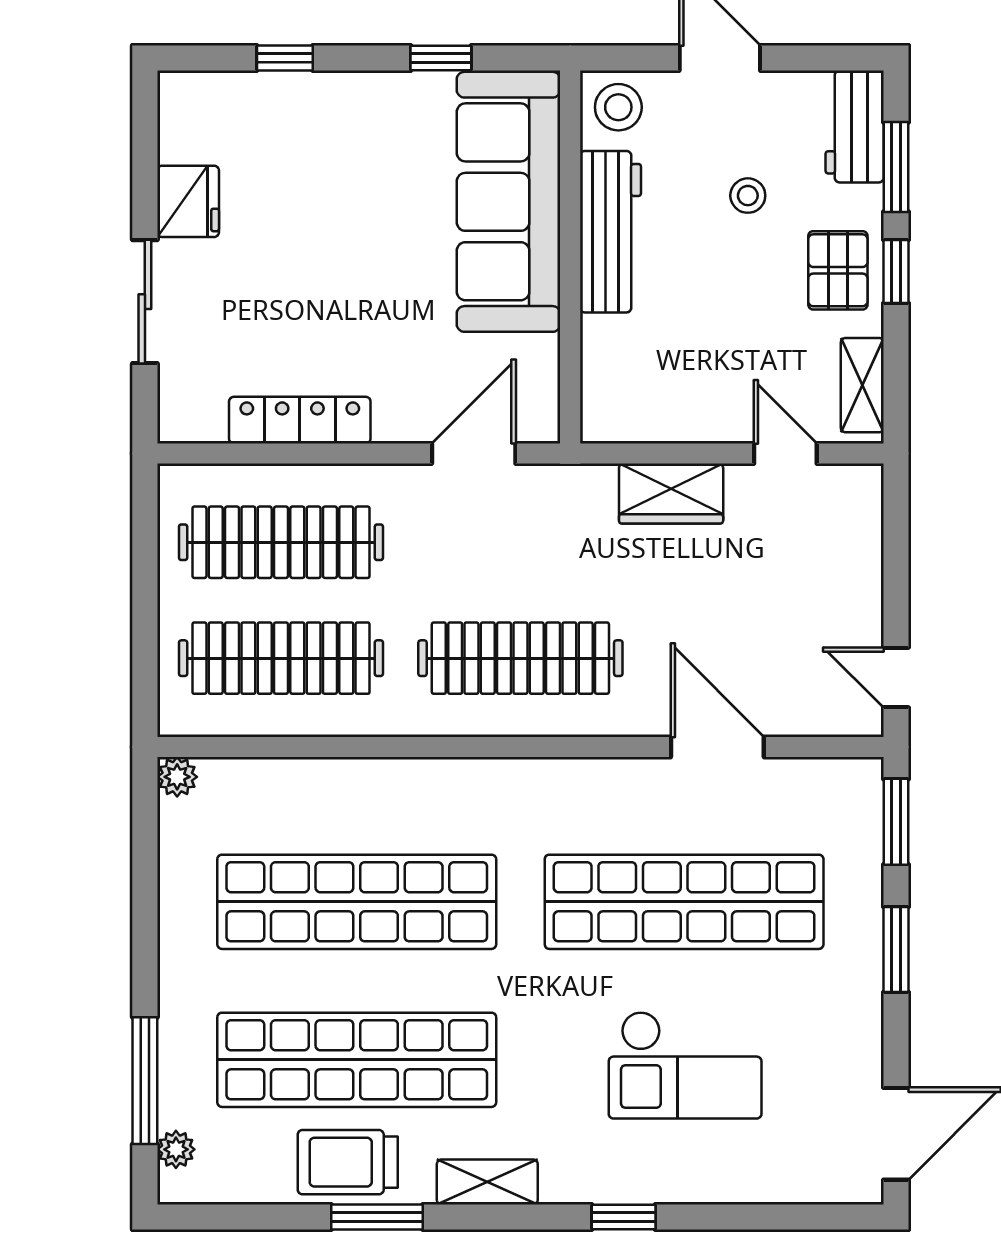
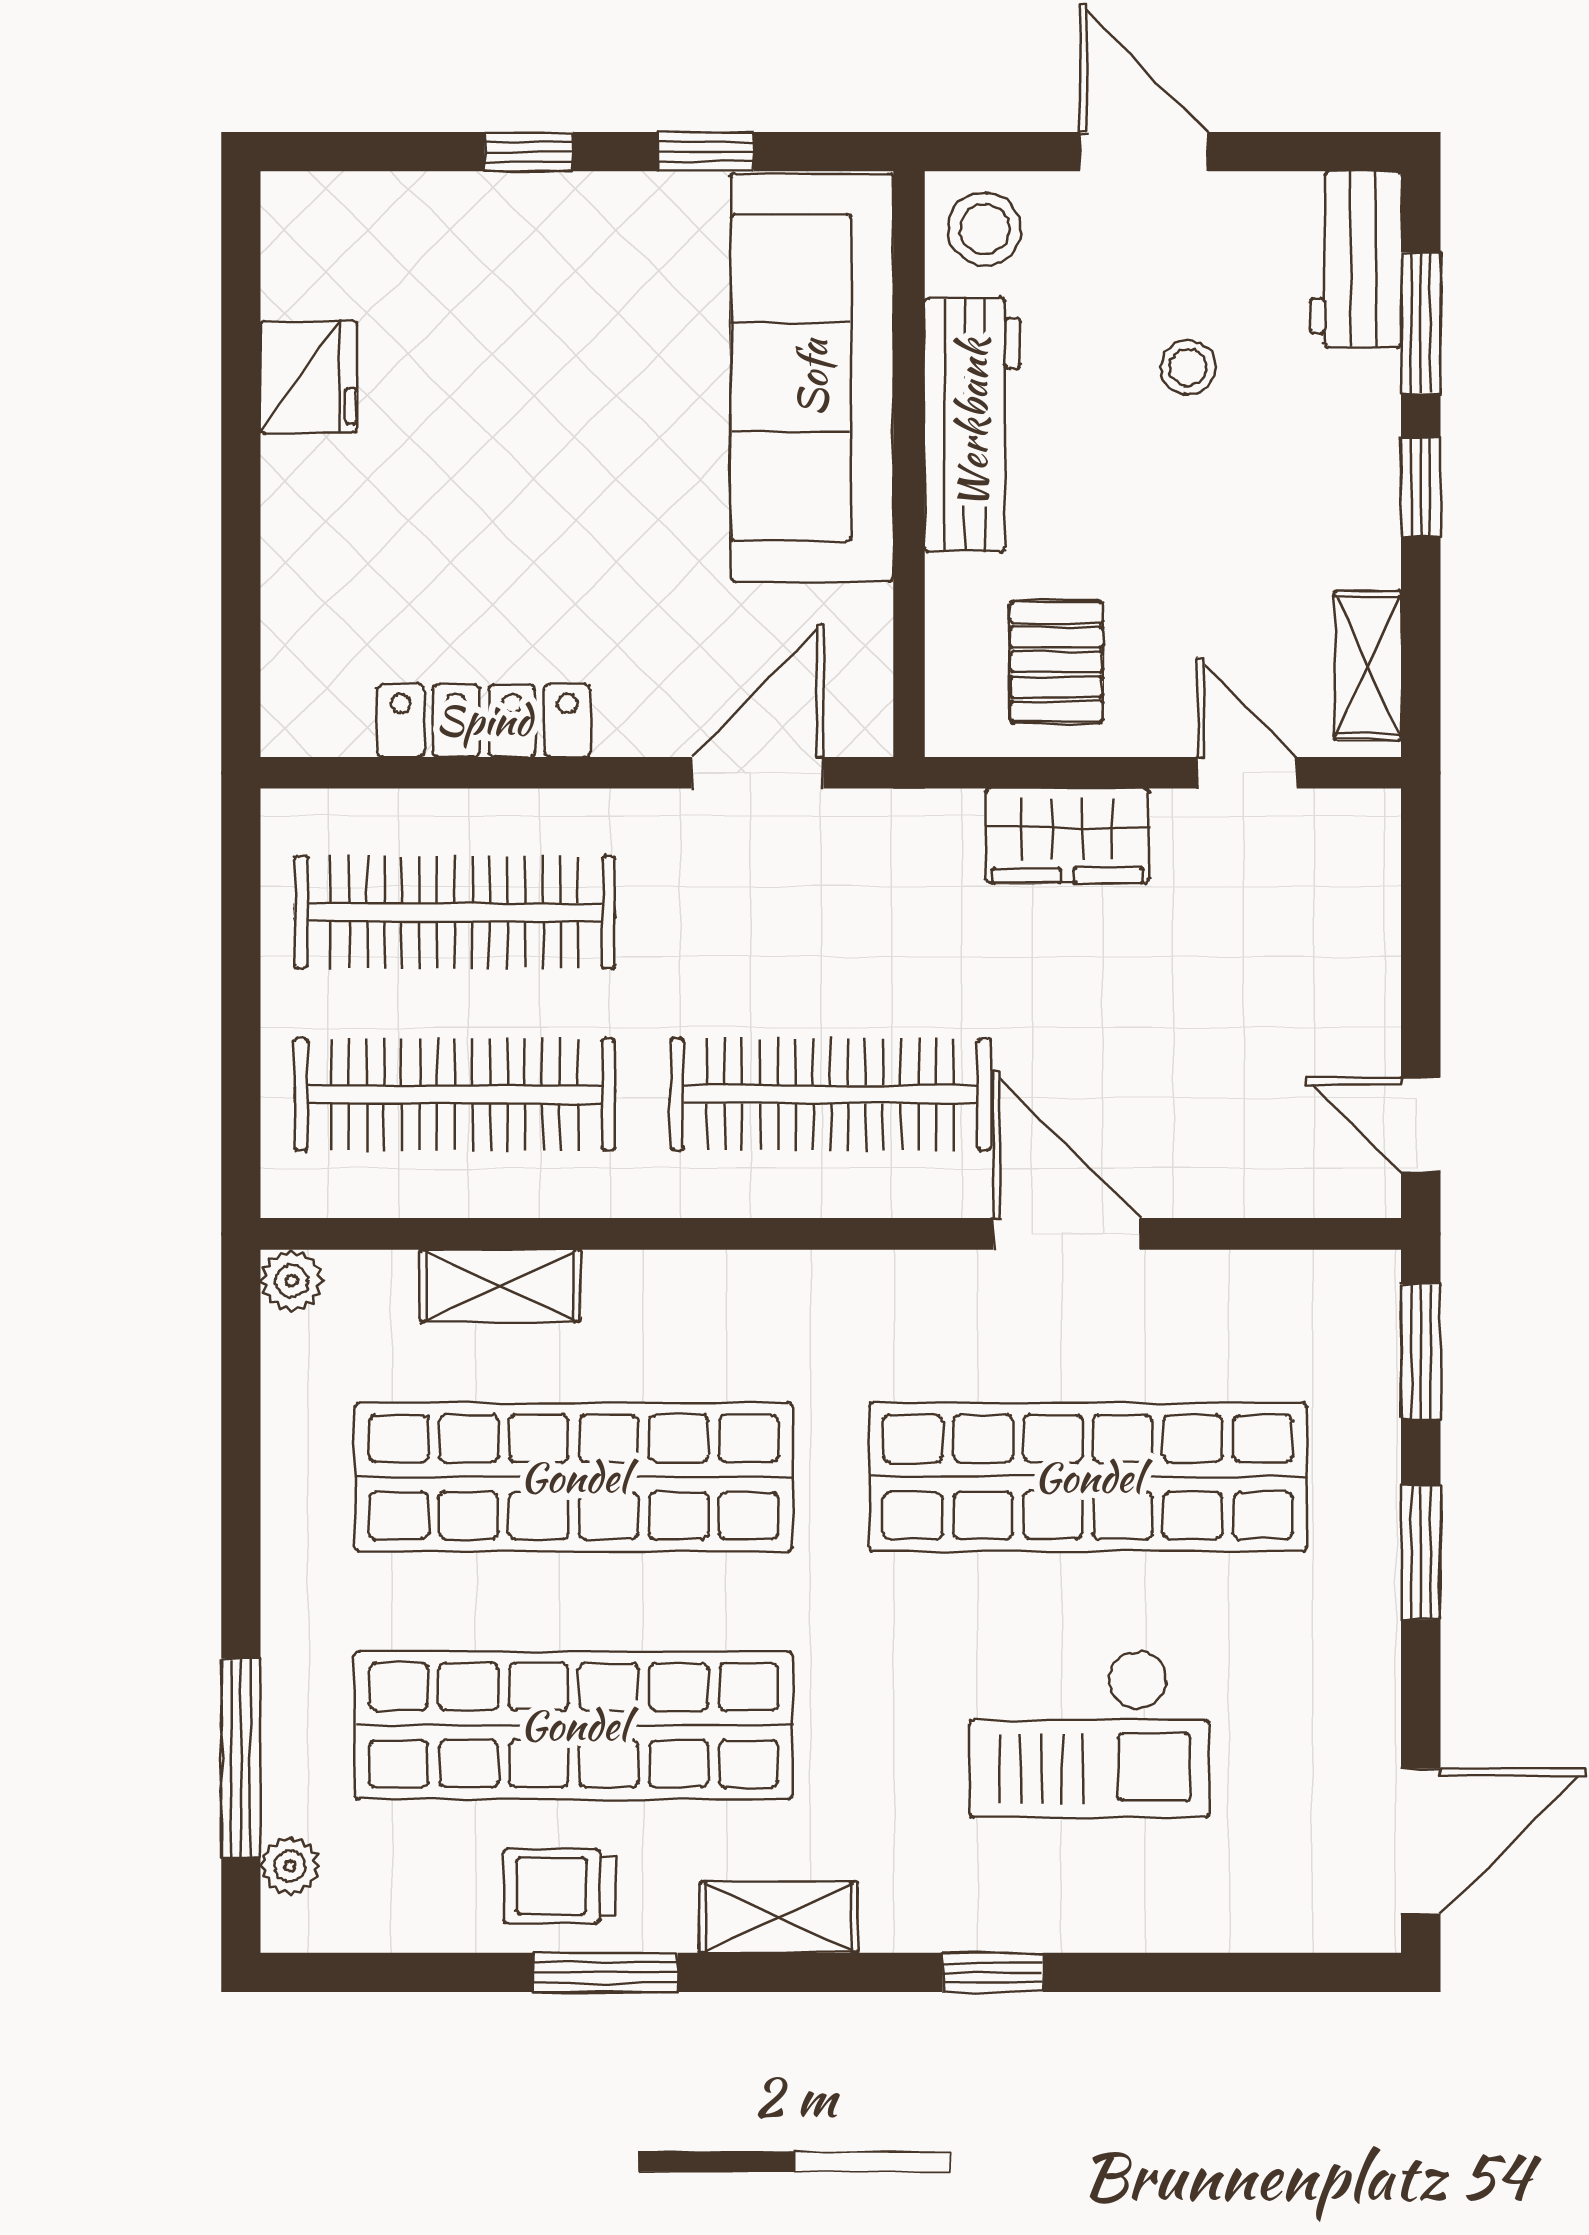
window: (285, 58) -> (529, 152), moved
pallet: (838, 270) -> (1057, 662), moved
sliding door: (145, 302) -> (241, 534), removed
door: (717, 747) -> (1067, 1234), moved
shelving: (310, 780) -> (500, 1286), added
trolley: (348, 1162) -> (559, 1886), width x0.73, depth x0.72

